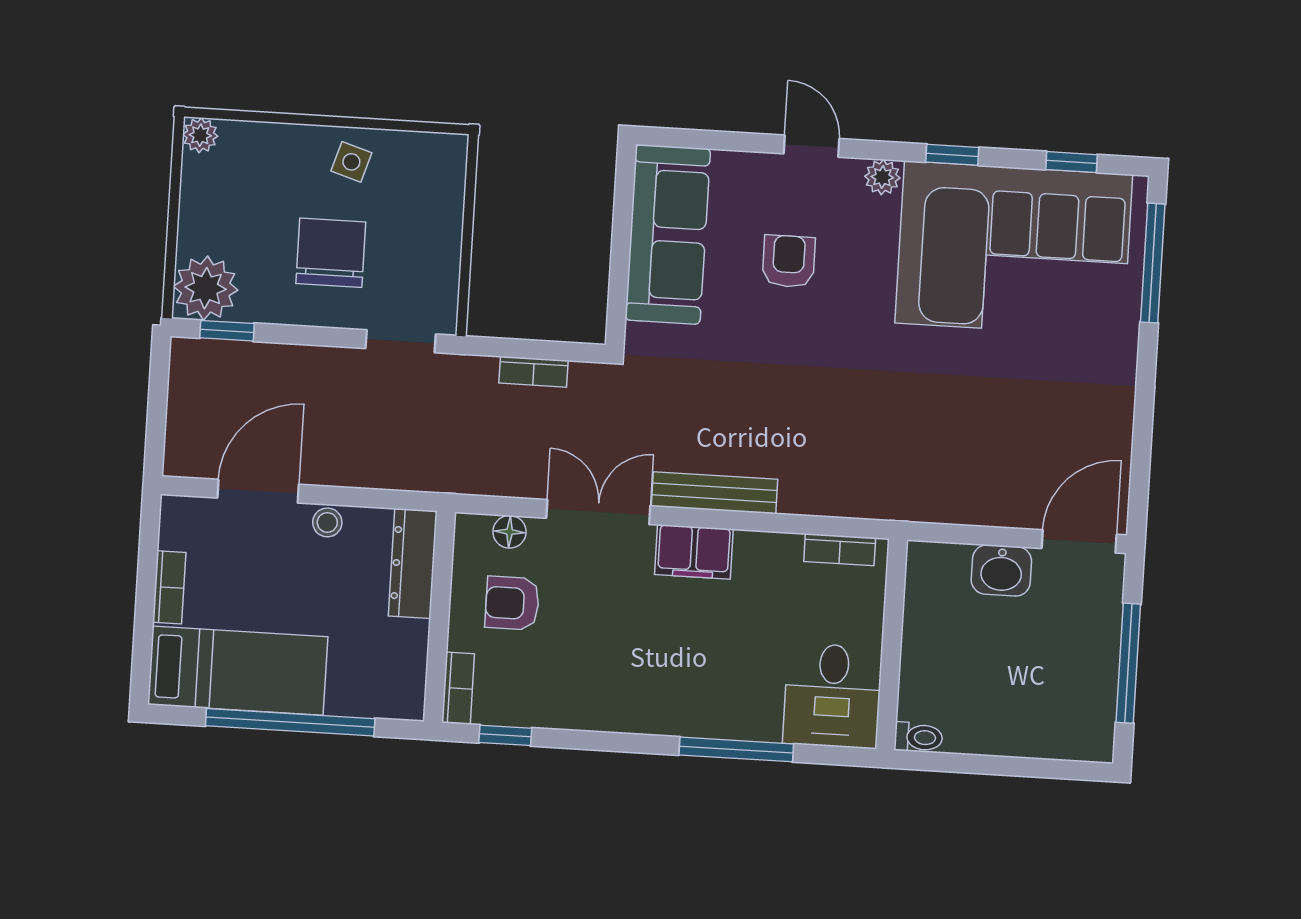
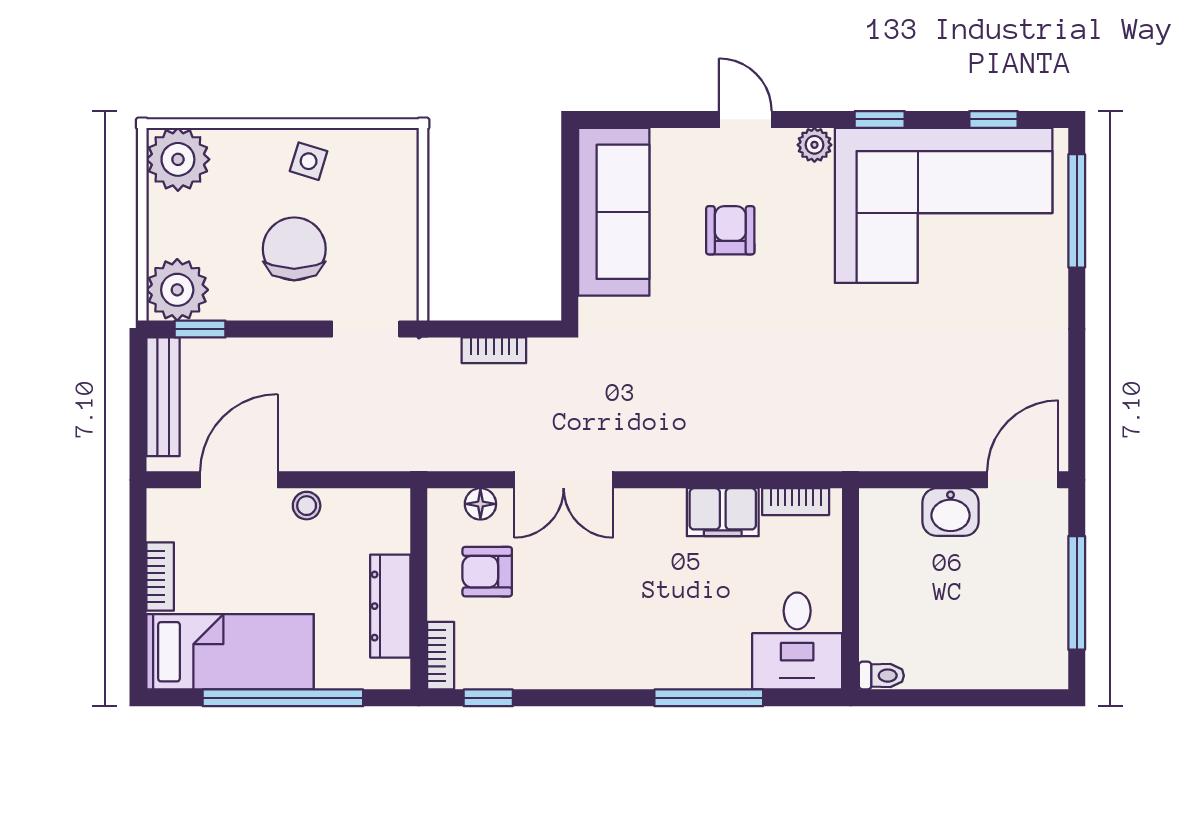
plant: (200, 135) -> (178, 159), width x1.88, depth x1.88
bench: (715, 493) -> (163, 397), moved, turned 90
double door: (598, 512) -> (564, 480), swing flipped
filing cabinet: (694, 552) -> (723, 512), moved
dresser: (413, 564) -> (390, 606), moved

